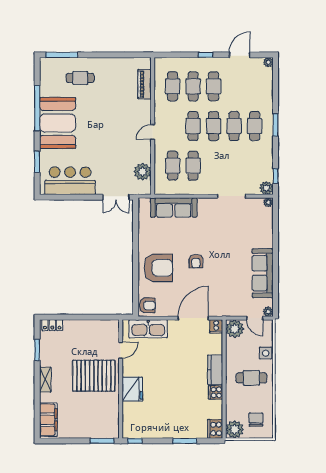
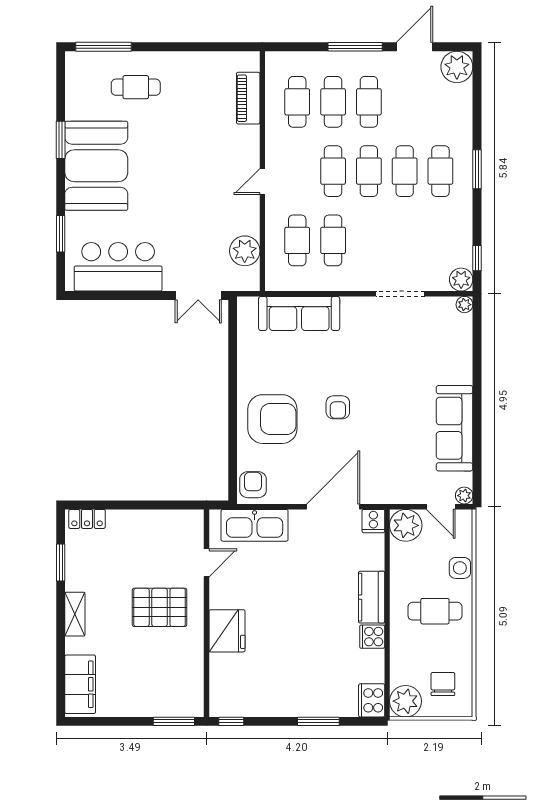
window: (206, 55) -> (355, 47), width x2.17
plant: (268, 62) -> (457, 67), width x1.87, depth x1.87
window: (37, 108) -> (61, 140), width x0.47
armchair: (147, 305) -> (253, 485), turned -90
pallet: (94, 376) -> (160, 607), width x0.73, depth x0.71

